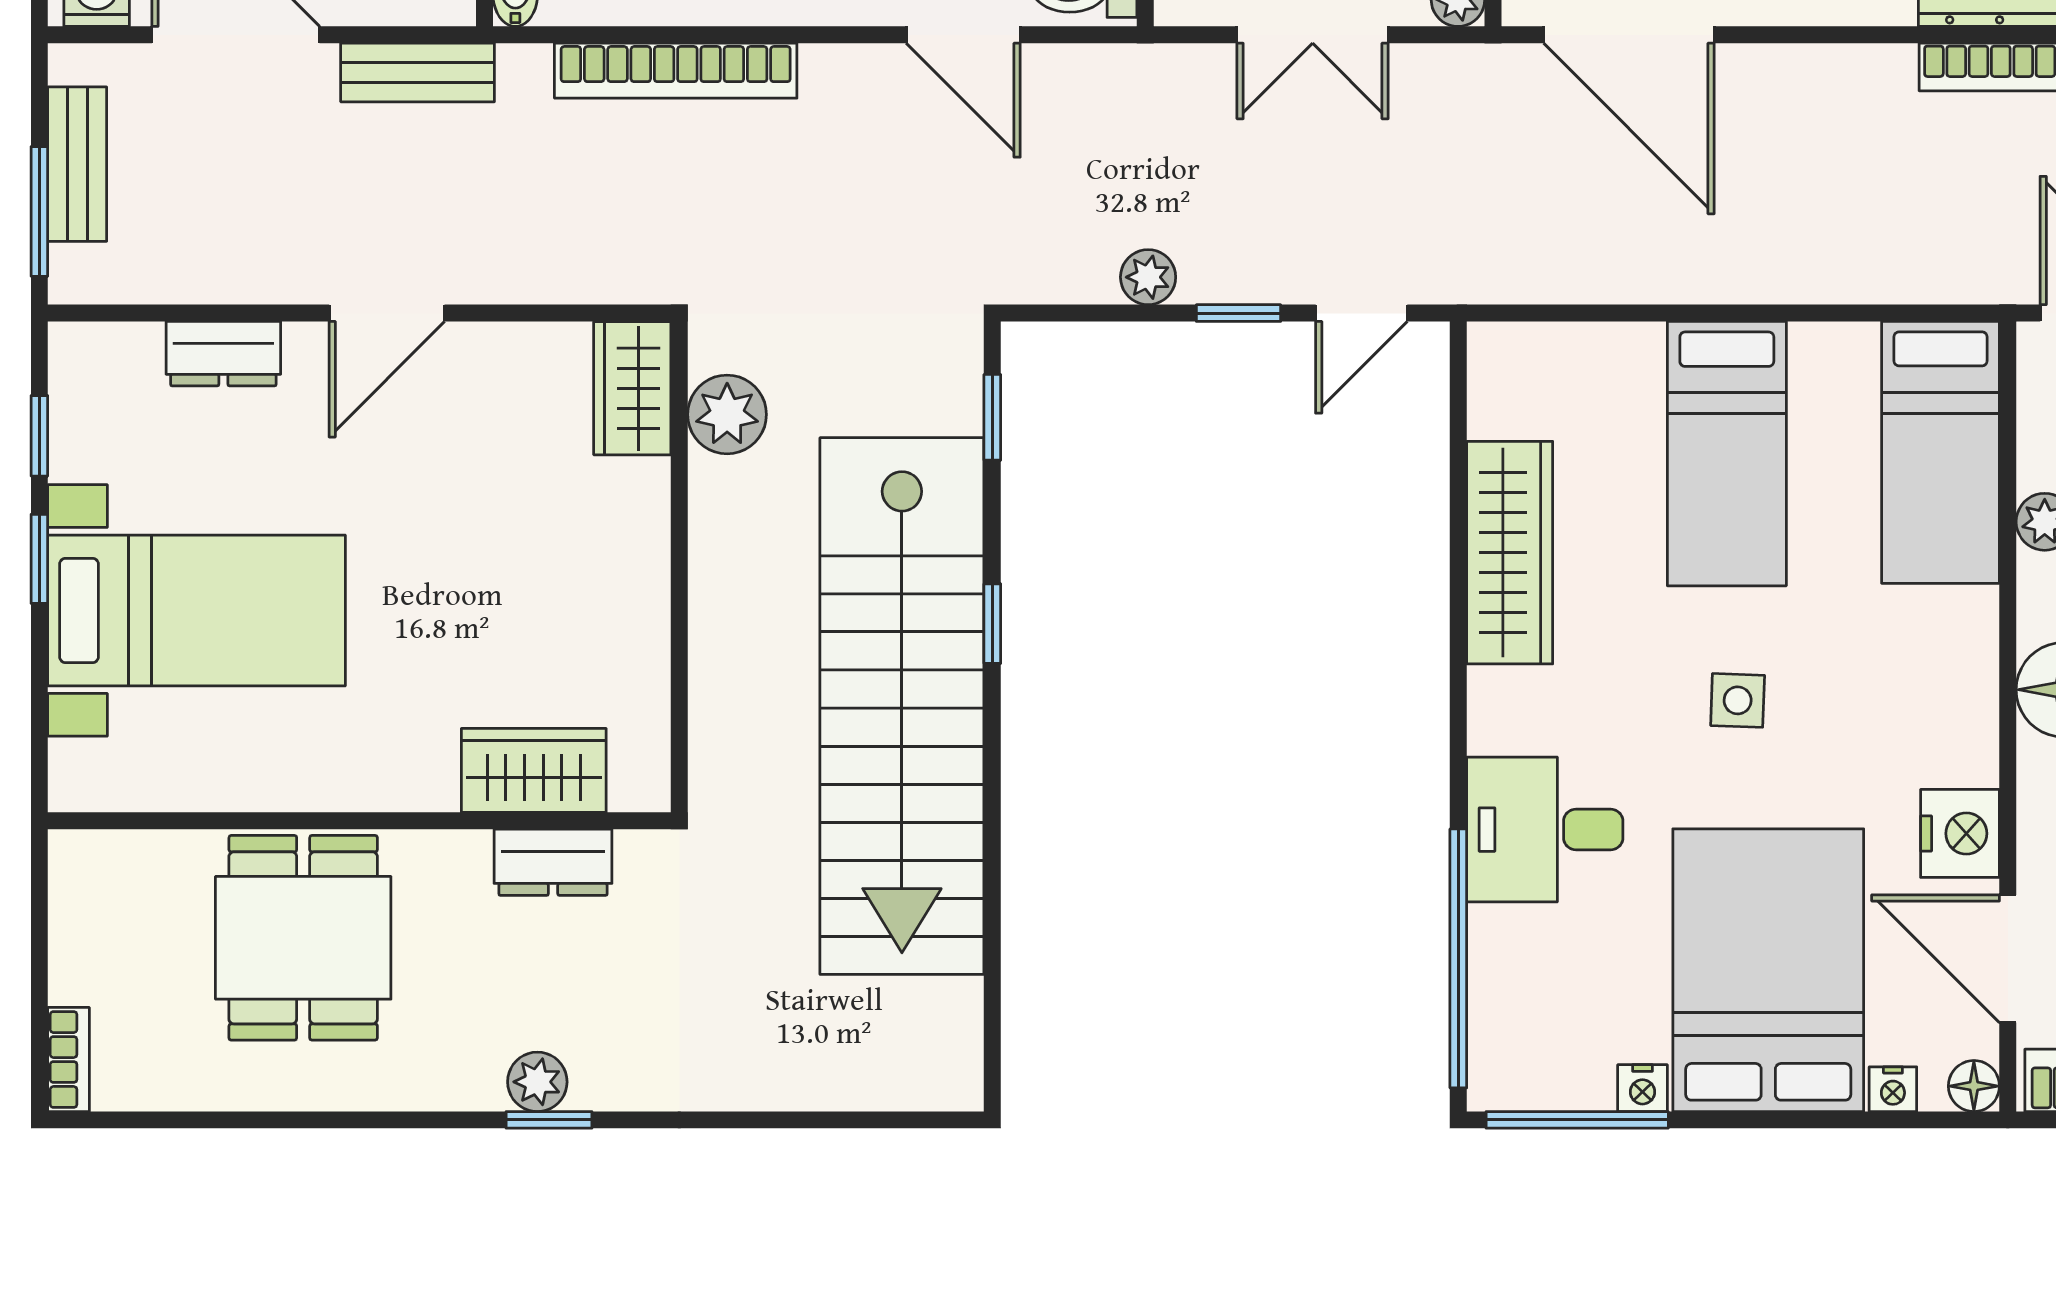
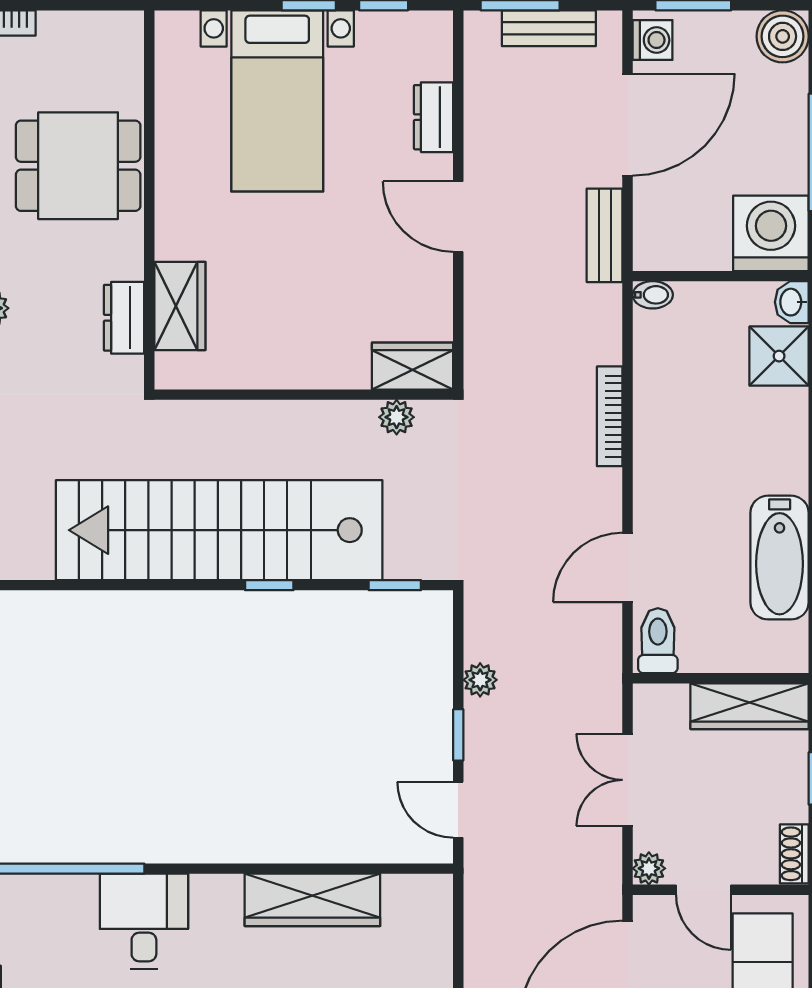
bookcase: (676, 71) -> (610, 416), width x0.68, depth x0.76
plant: (727, 414) -> (397, 417), width x0.73, depth x0.73

